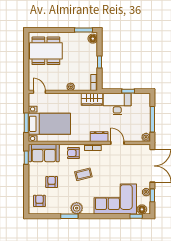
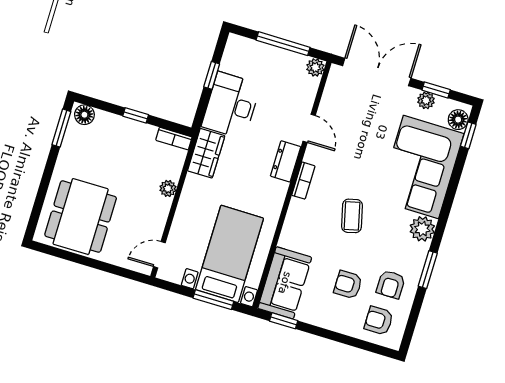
door: (117, 143) -> (309, 128), swing flipped
armchair: (73, 153) -> (391, 284), moved
plant: (77, 208) -> (422, 229), moved

